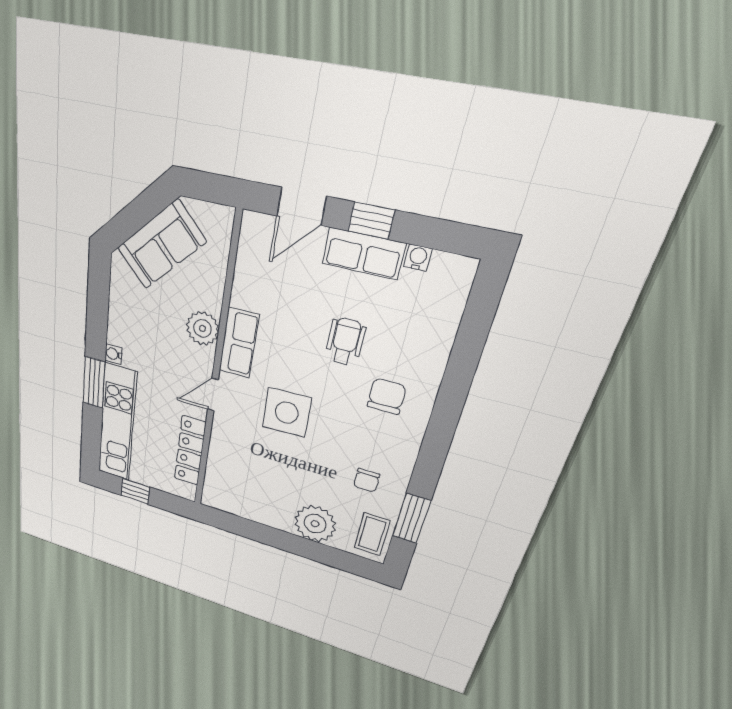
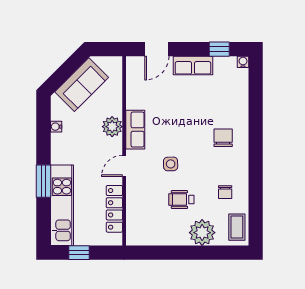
window: (371, 221) -> (219, 49), moved
water cooler: (418, 258) -> (243, 62), moved
wheelchair: (345, 341) -> (181, 200), moved, turned -90
water cooler: (113, 354) -> (56, 127), moved
side table: (287, 413) -> (171, 164), width x0.54, depth x0.54
window: (411, 518) -> (256, 208), removed

